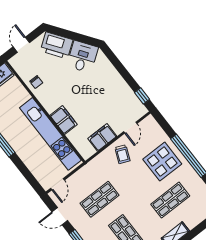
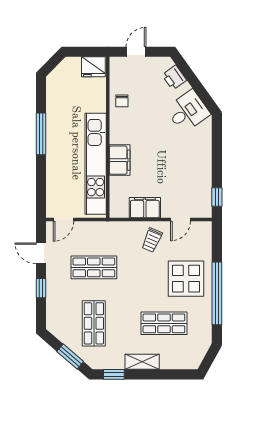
printer: (57, 45) -> (174, 78), width x0.53, depth x0.68

